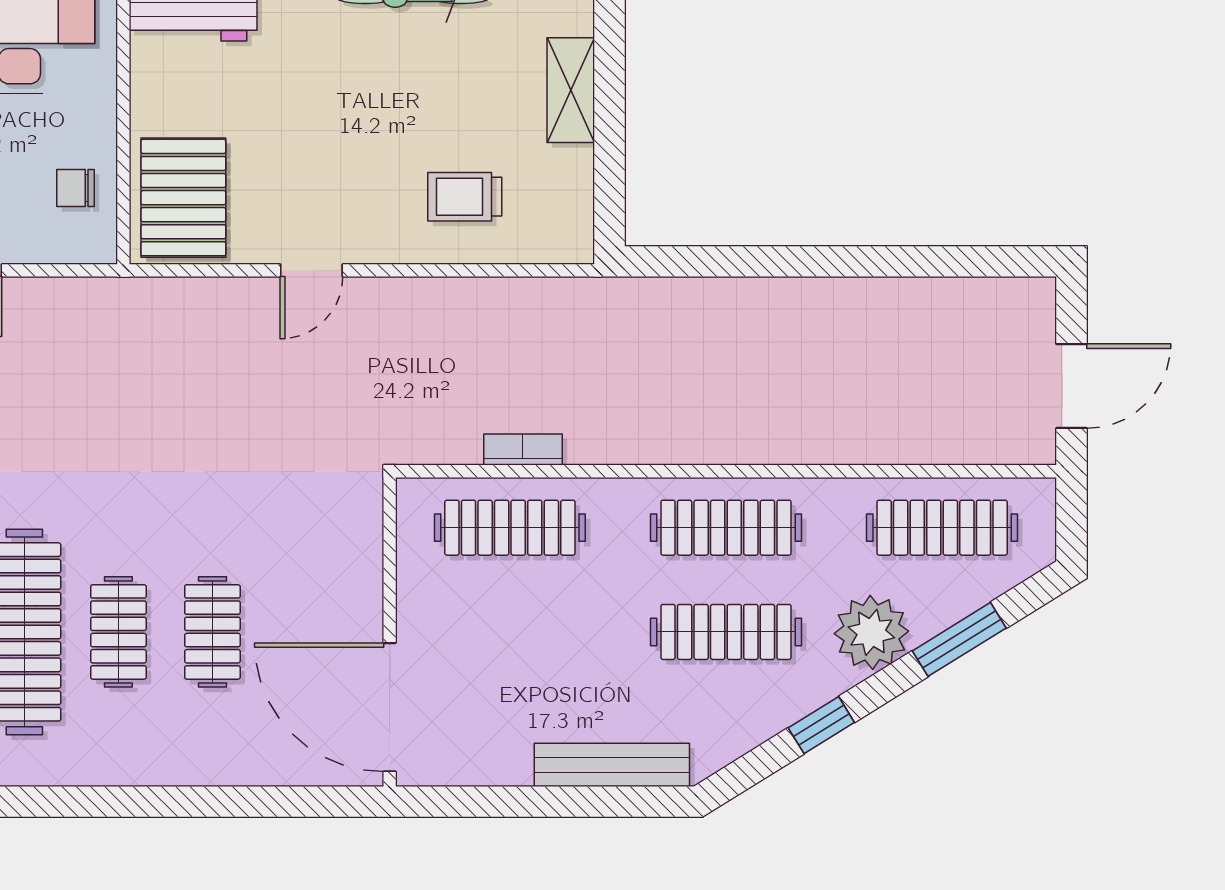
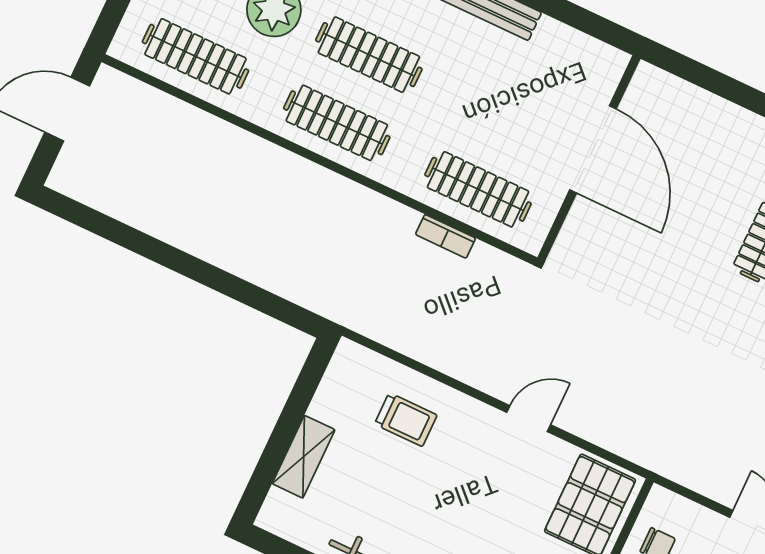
clothes rail: (212, 632) -> (705, 213), removed
door: (390, 707) -> (593, 149), moved

